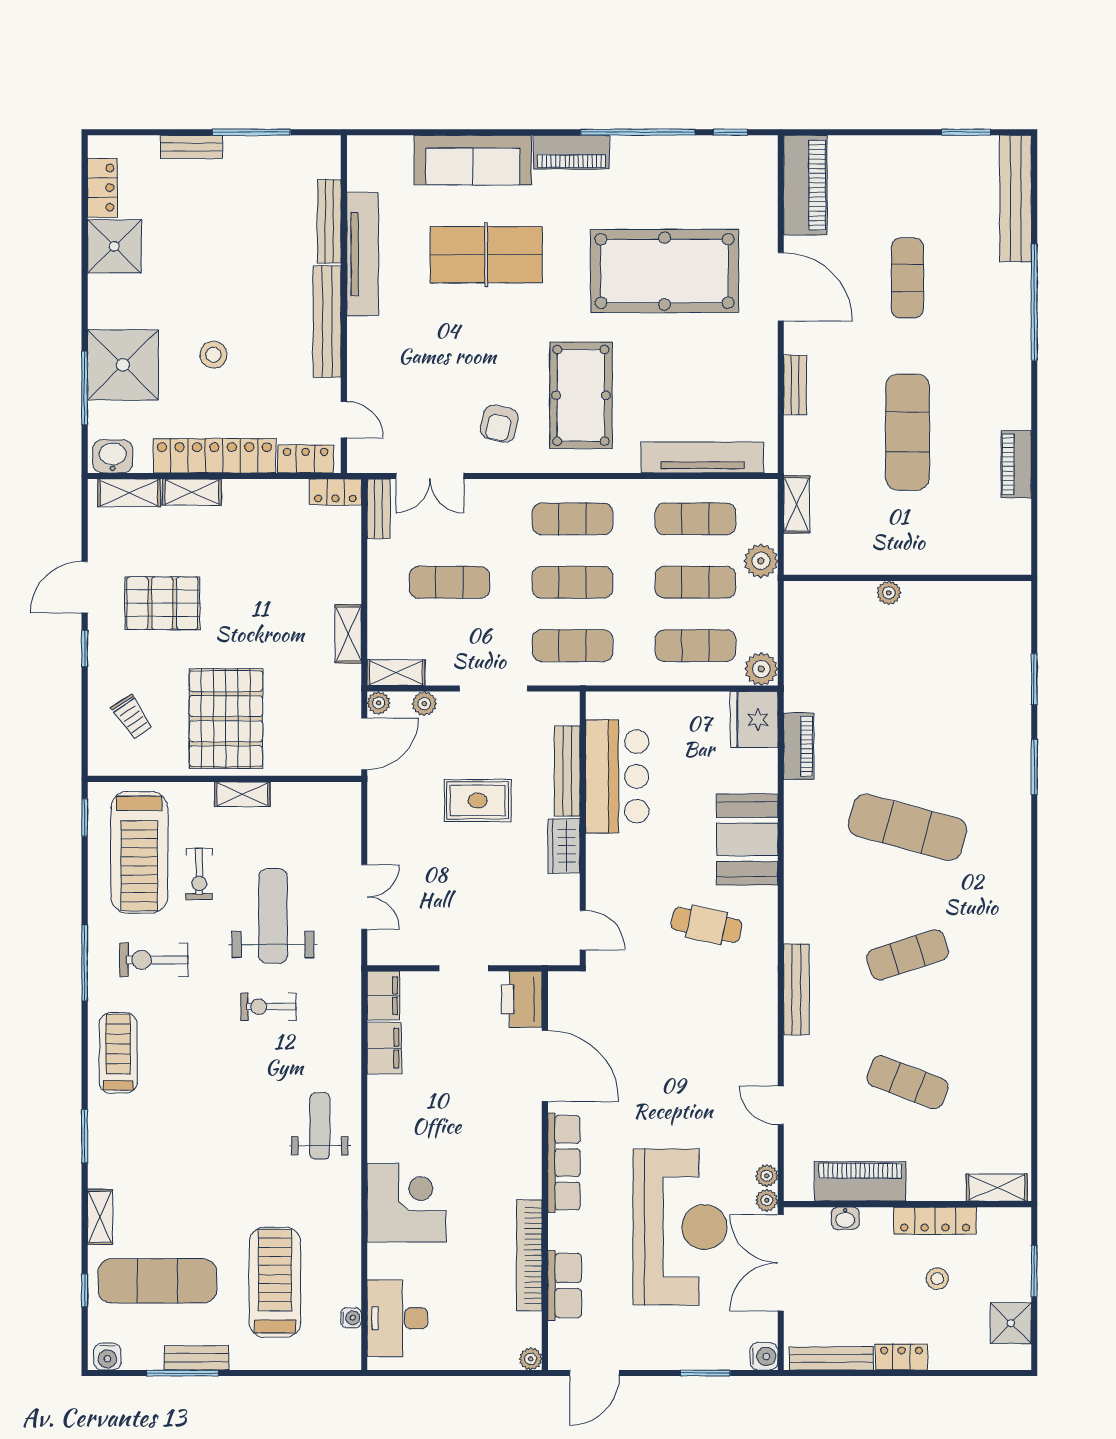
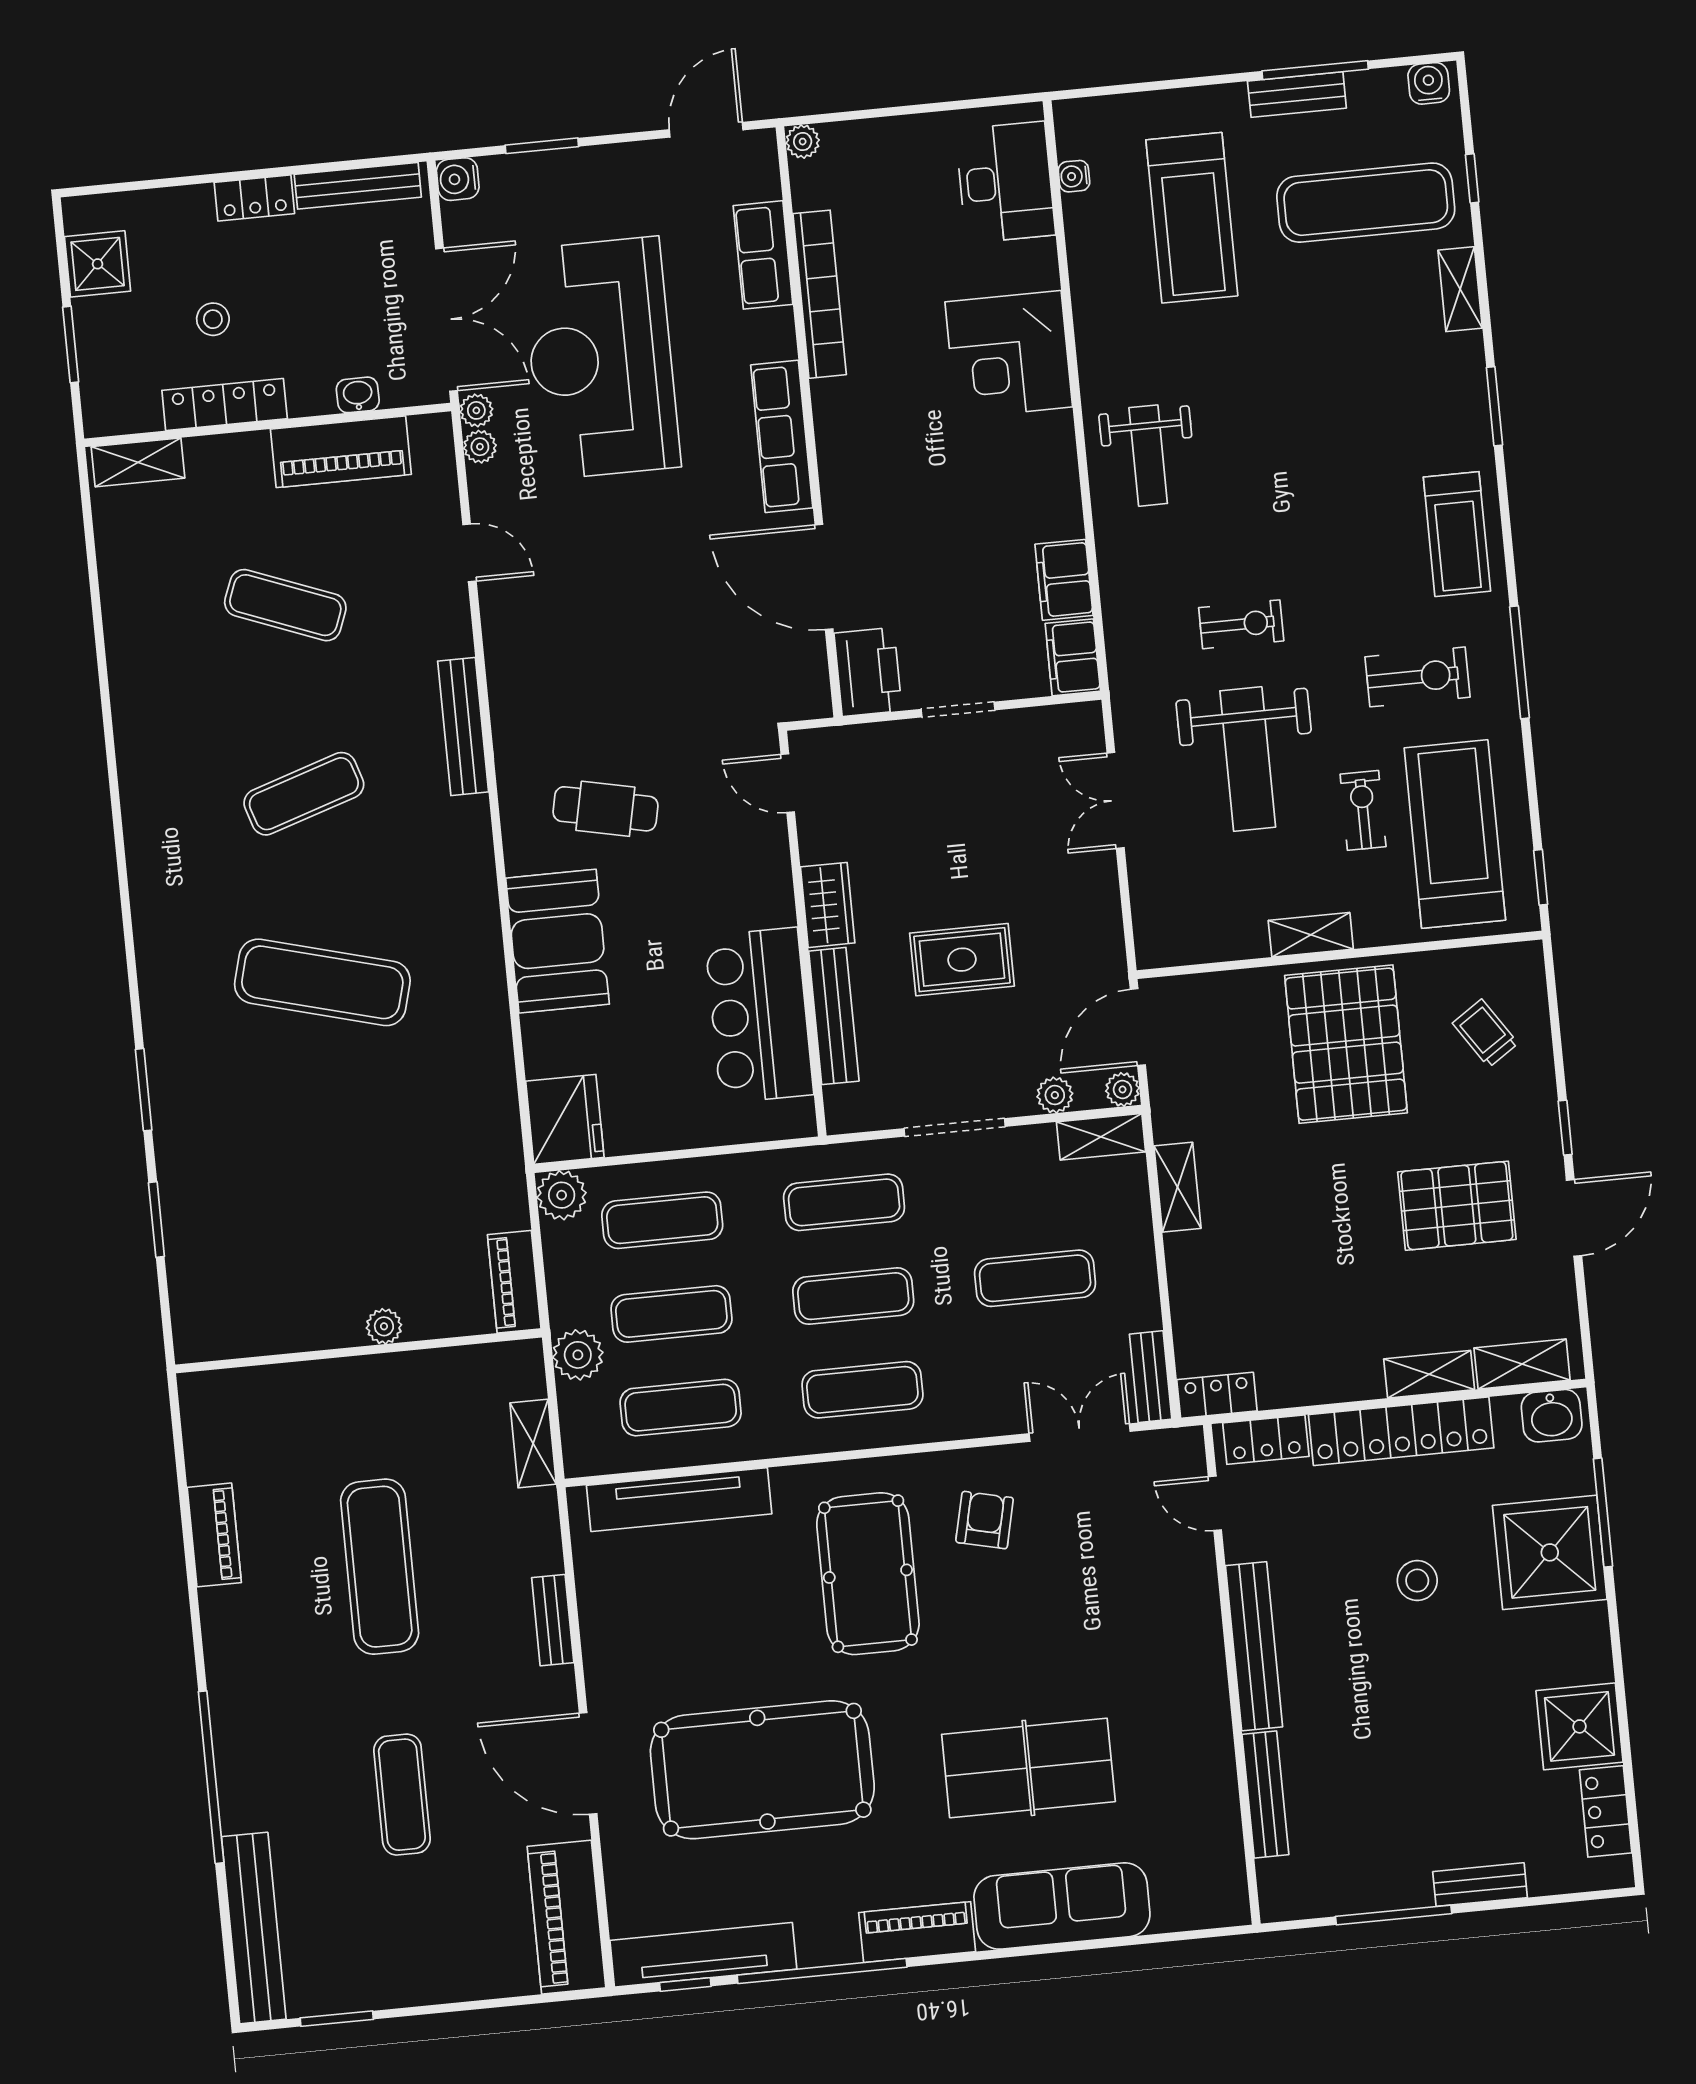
tv unit: (363, 254) -> (703, 1955), moved, turned 90
piano: (799, 746) -> (514, 1282), moved

